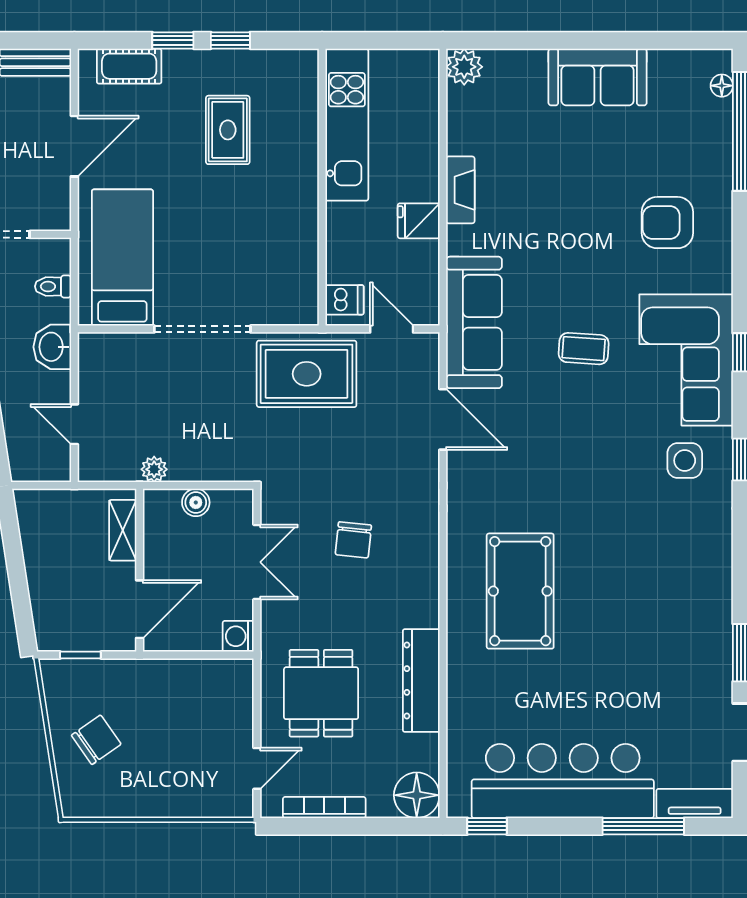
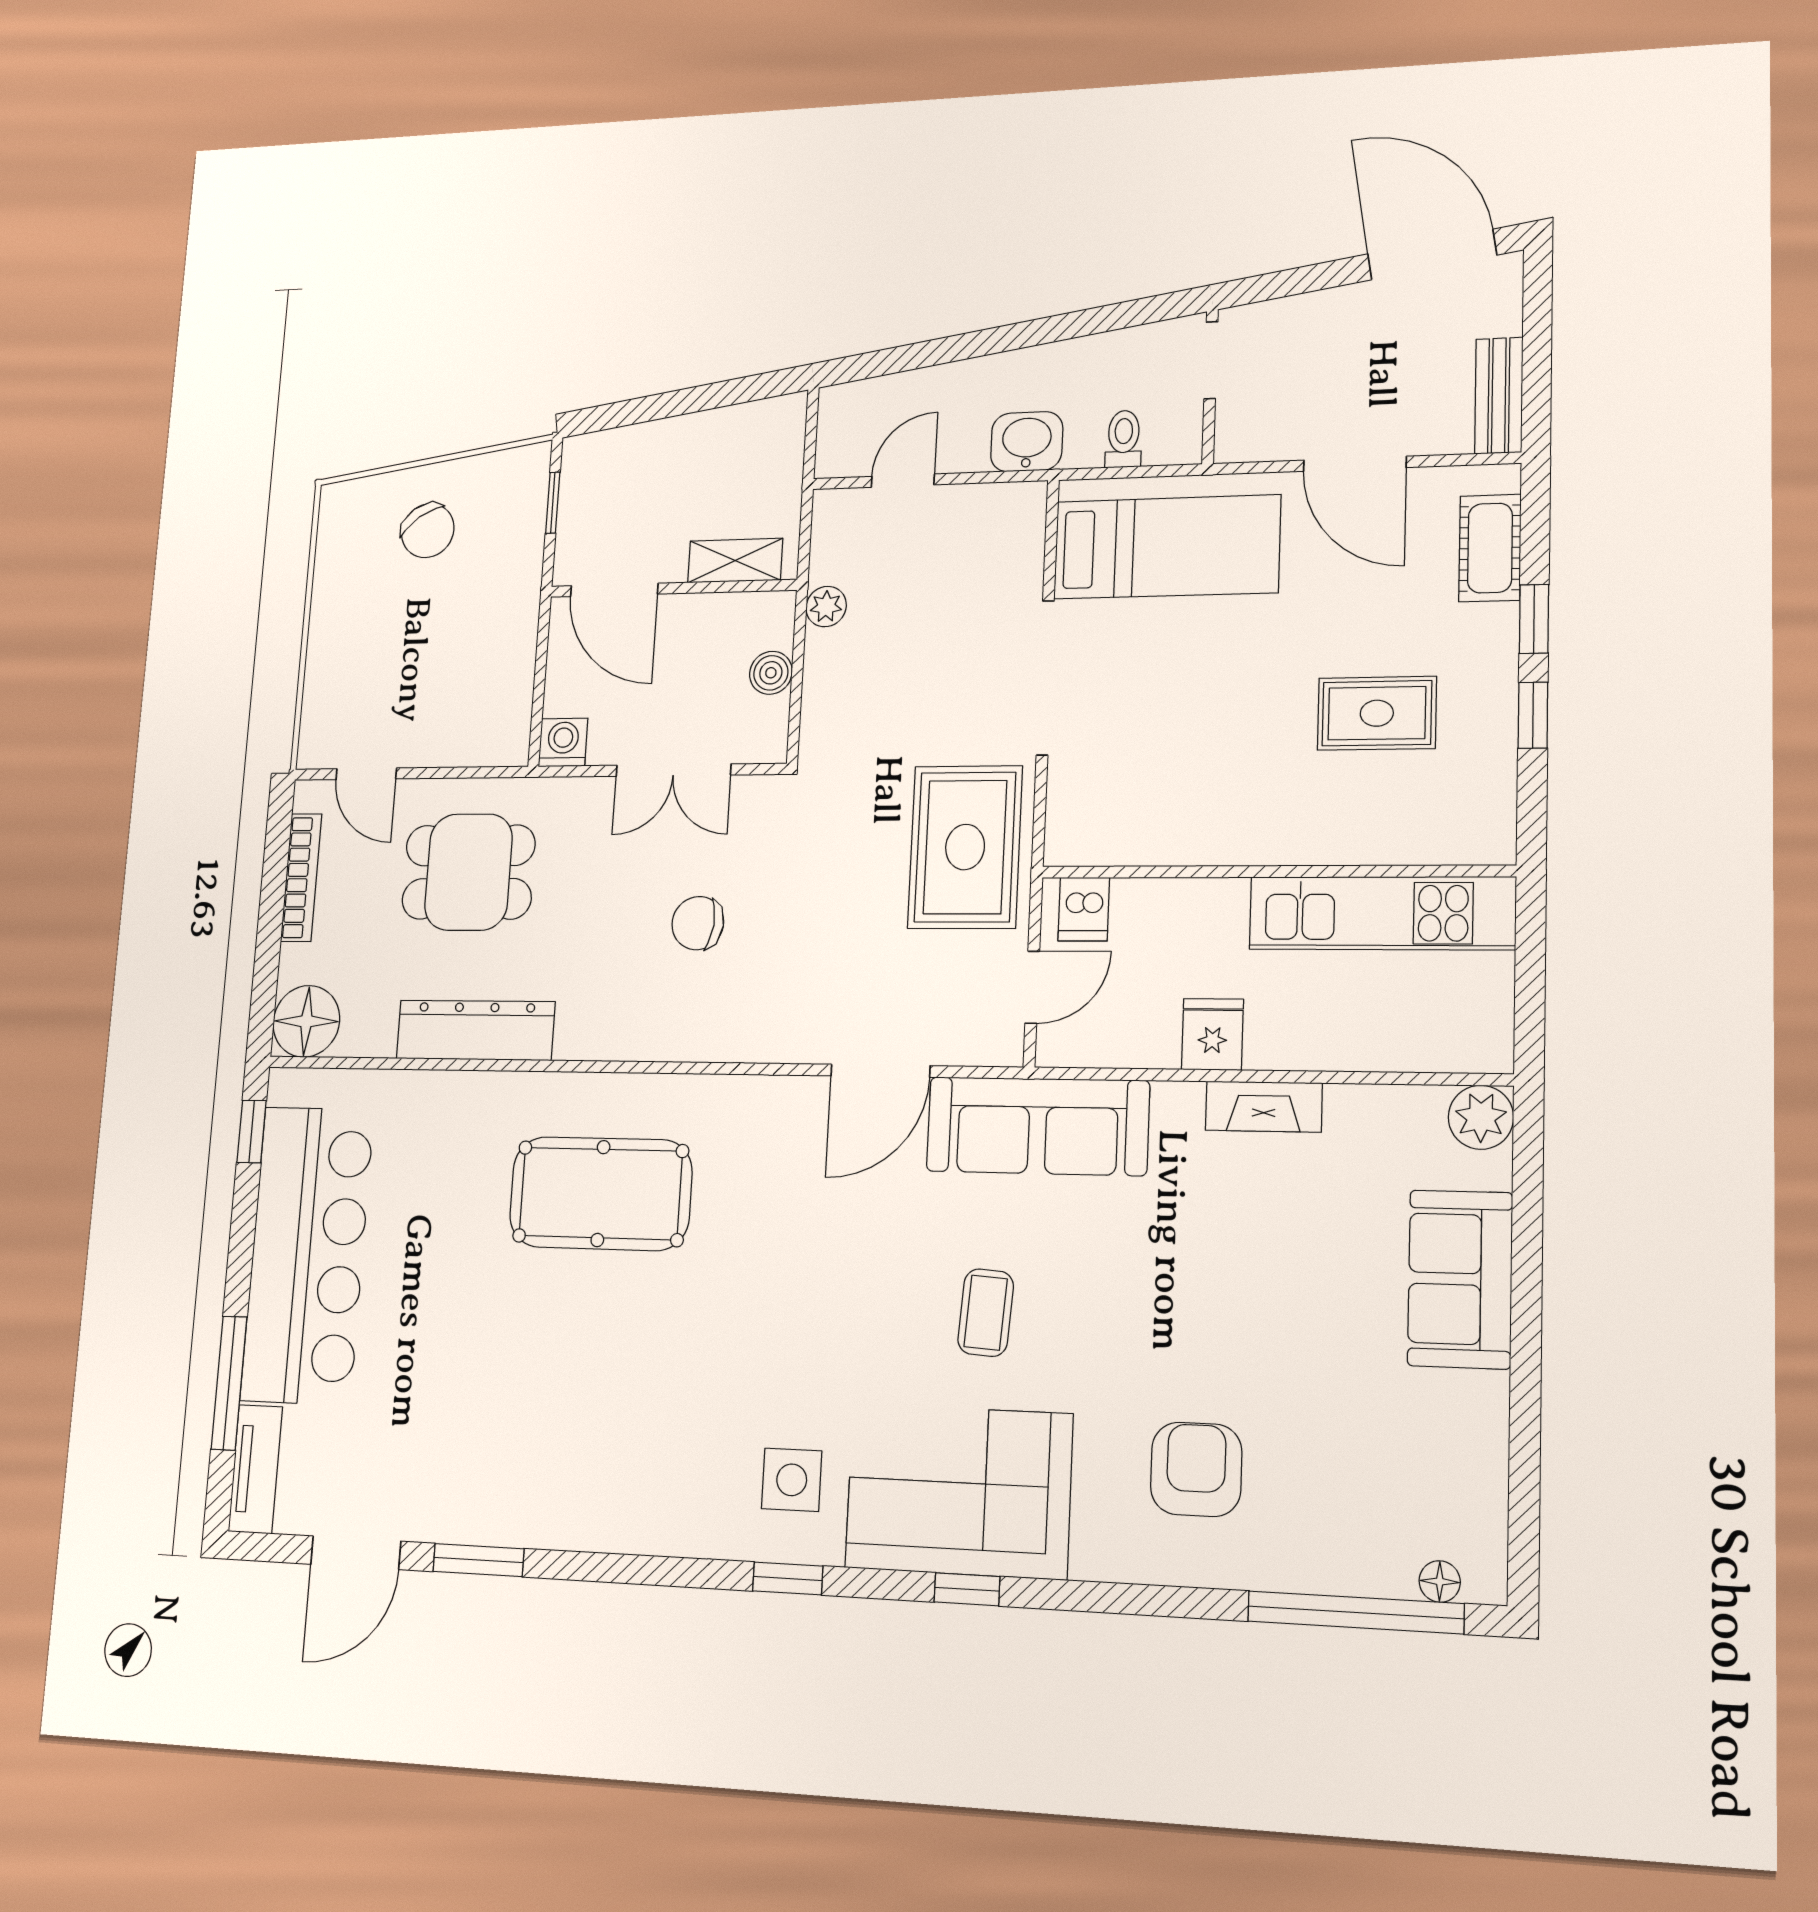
sofa: (598, 77) -> (1460, 1279), moved

